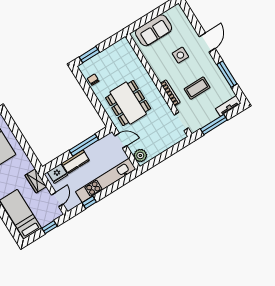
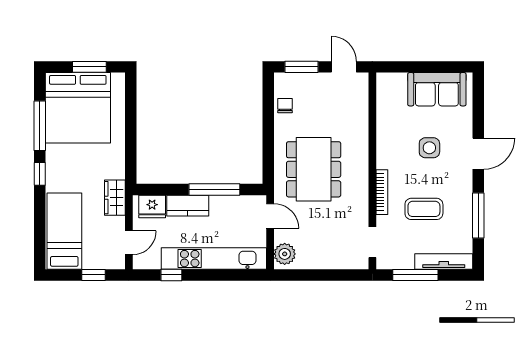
sofa: (154, 30) -> (437, 89), moved
door: (111, 41) -> (344, 67), added
tv unit: (228, 106) -> (444, 262), width x1.41

